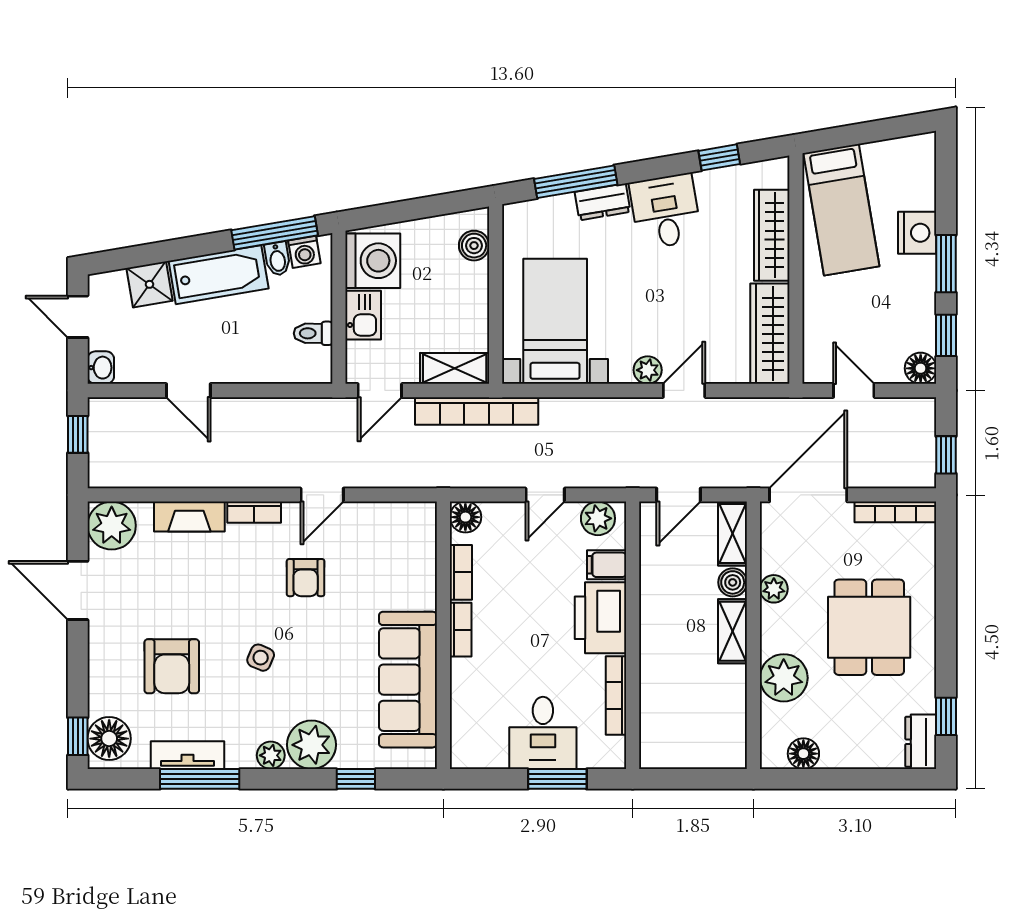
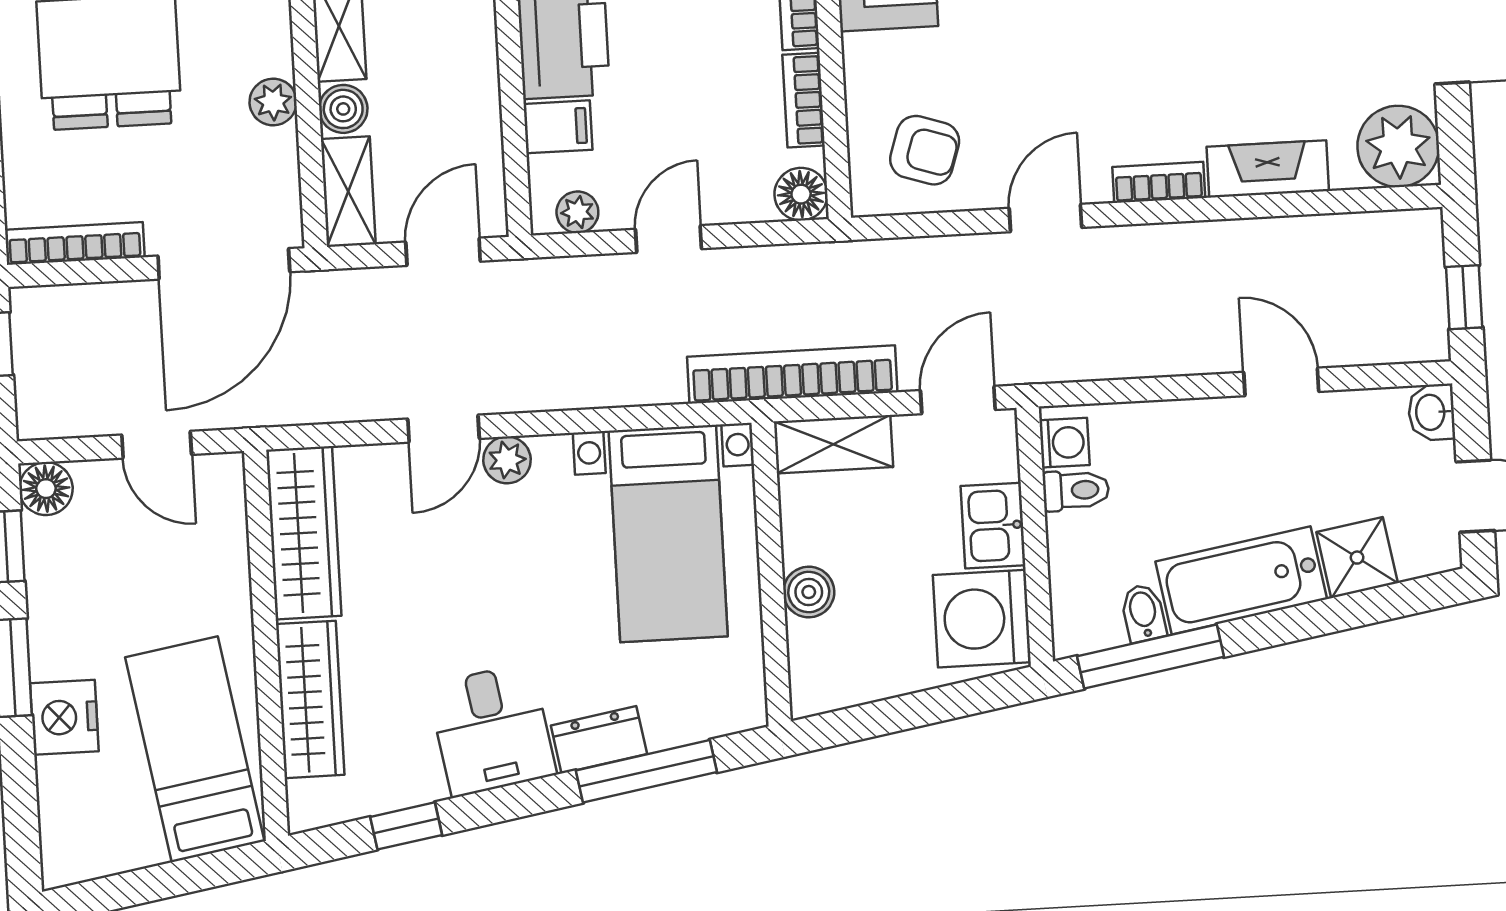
boiler: (474, 246) -> (809, 592), moved
washing machine: (304, 252) -> (1064, 443), moved, turned 100
plant: (598, 518) -> (577, 212), width x0.73, depth x0.73
armchair: (306, 578) -> (925, 150), moved, turned 108

